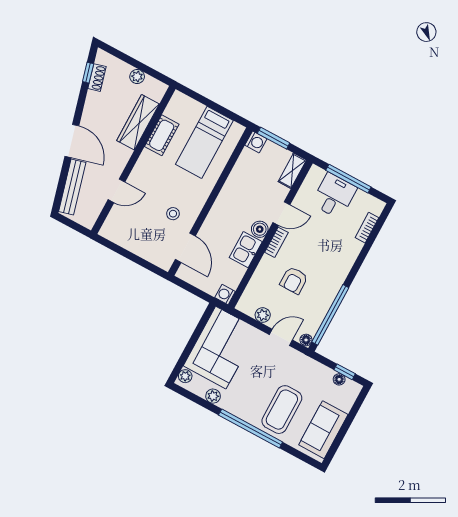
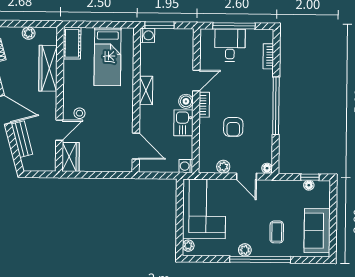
cot: (162, 135) -> (72, 43), moved
shelving: (292, 171) -> (146, 90), moved
bench: (72, 187) -> (22, 139), width x0.73
stool: (173, 214) -> (79, 113), moved
wardrobe: (114, 224) -> (71, 157), added
window: (330, 315) -> (276, 106), moved
door: (281, 337) -> (246, 176), swing flipped
plant: (213, 396) -> (245, 250), moved
coffee table: (282, 410) -> (277, 232), width x0.54, depth x0.58

